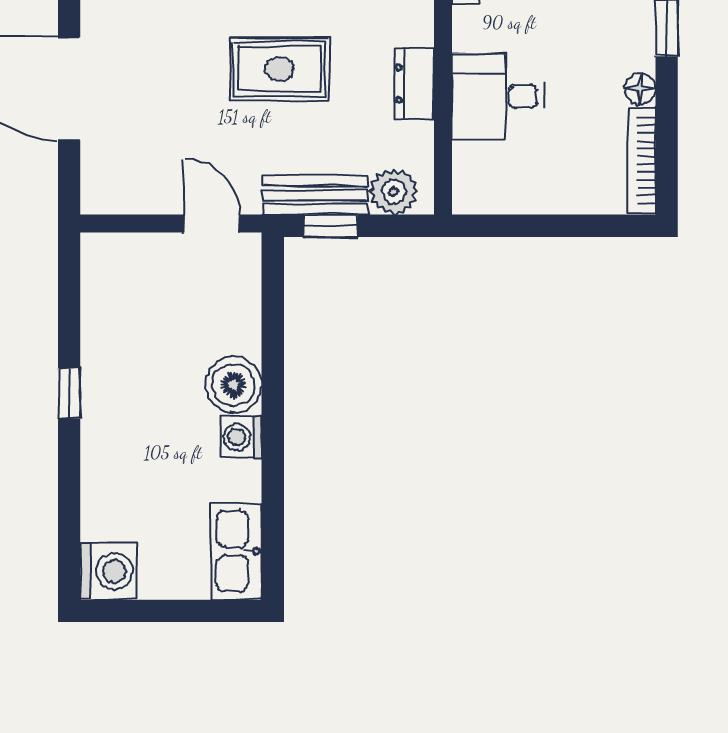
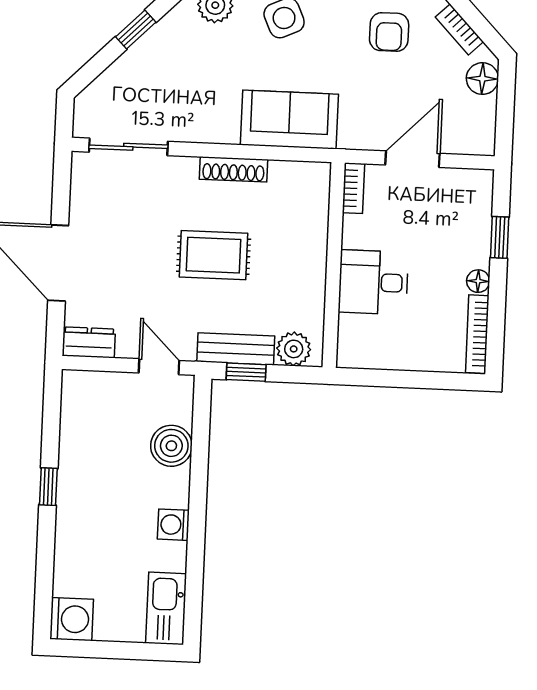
dresser: (414, 84) -> (89, 342), moved, turned 90
boiler: (234, 385) -> (171, 446), moved

